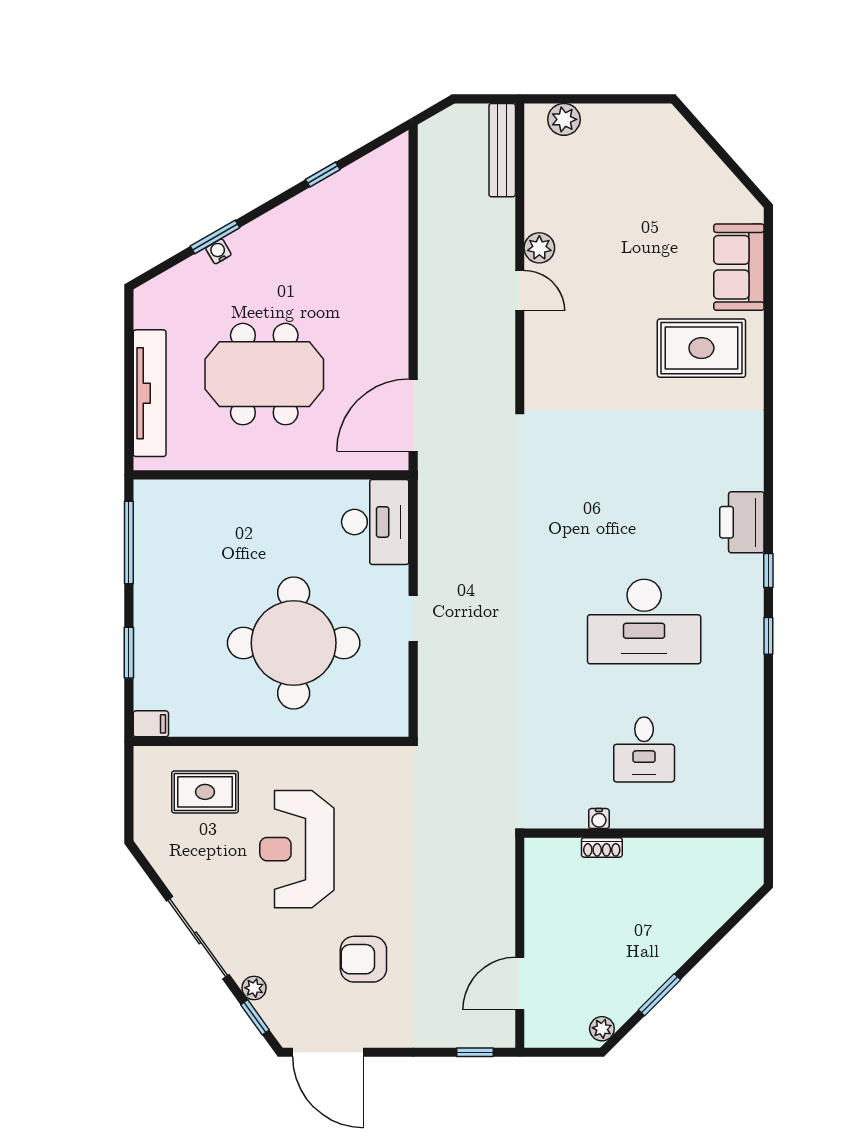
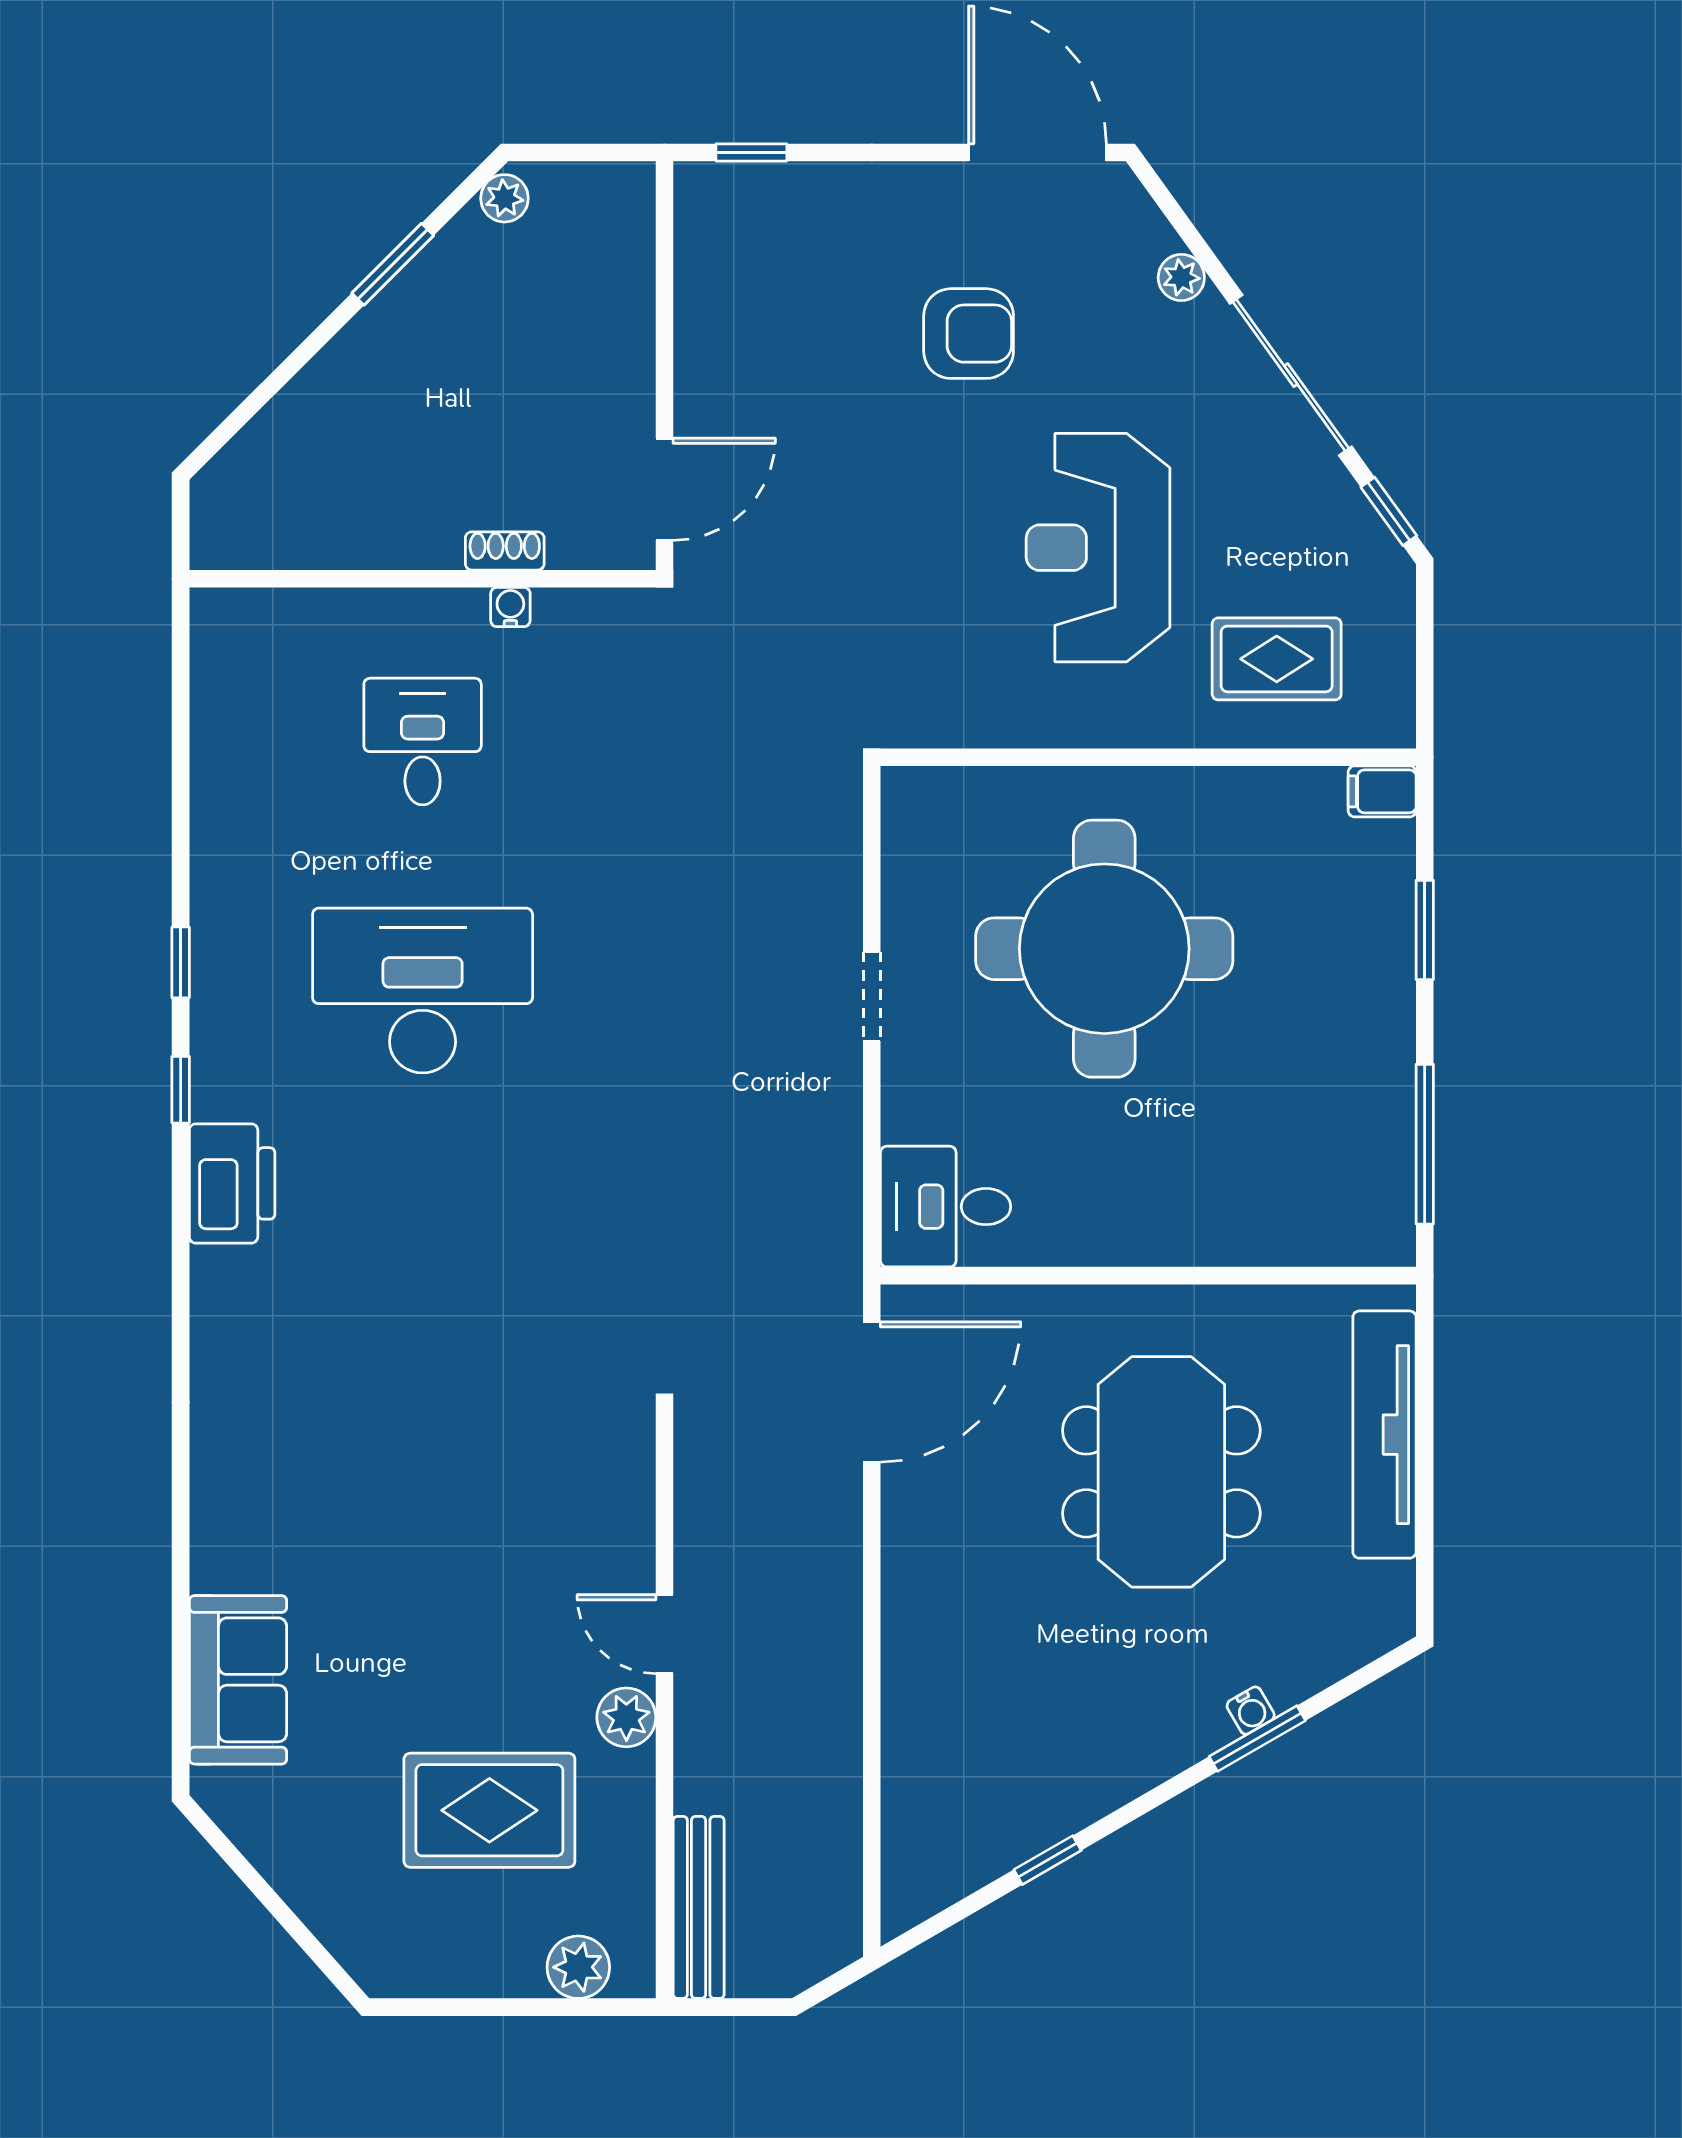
rug: (701, 348) -> (489, 1810), moved
meeting table: (264, 374) -> (1161, 1472), turned 90
desk: (375, 522) -> (946, 1207), width x0.73
reception desk: (297, 849) -> (1098, 548), turned 180
door: (520, 984) -> (664, 489), moved
window: (255, 1017) -> (1389, 511), moved

